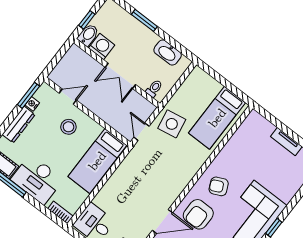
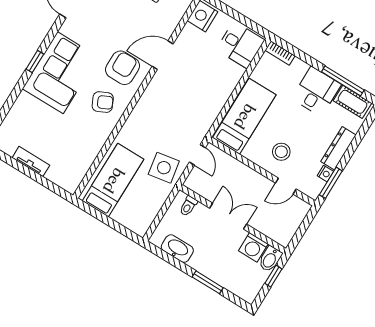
desk: (37, 179) -> (316, 91), width x0.73

